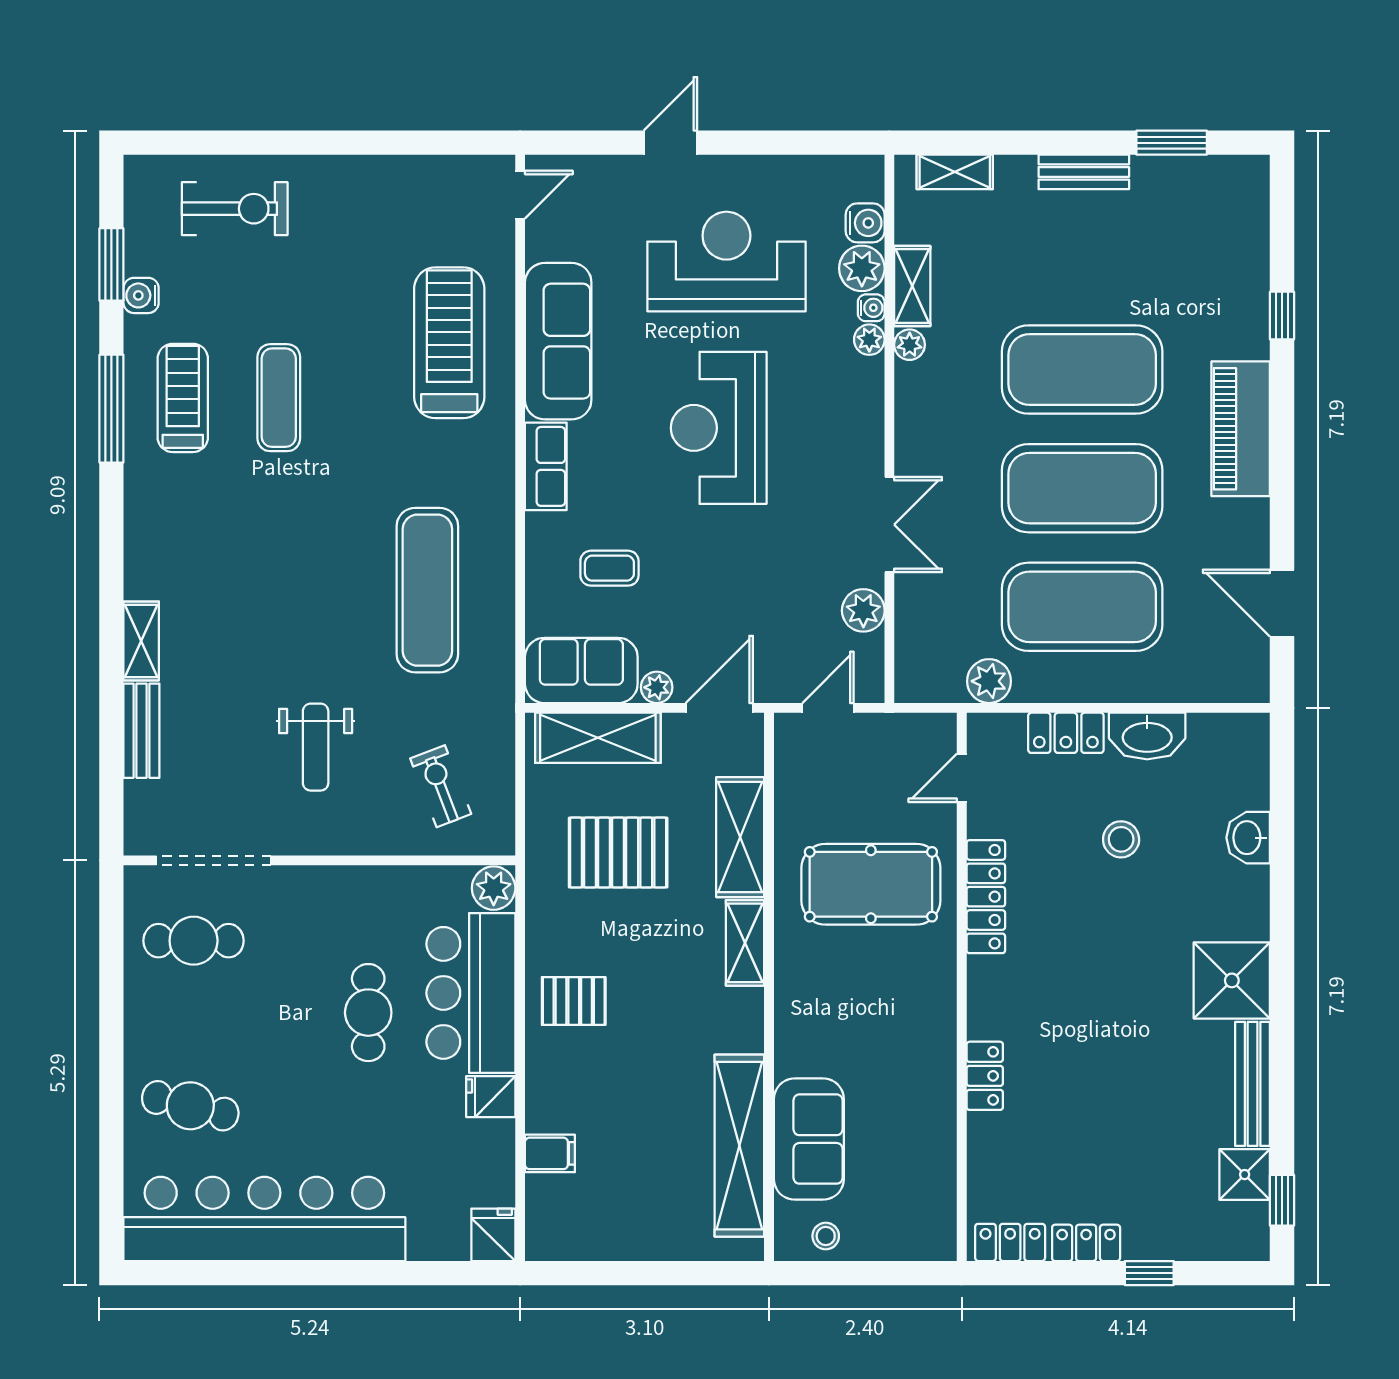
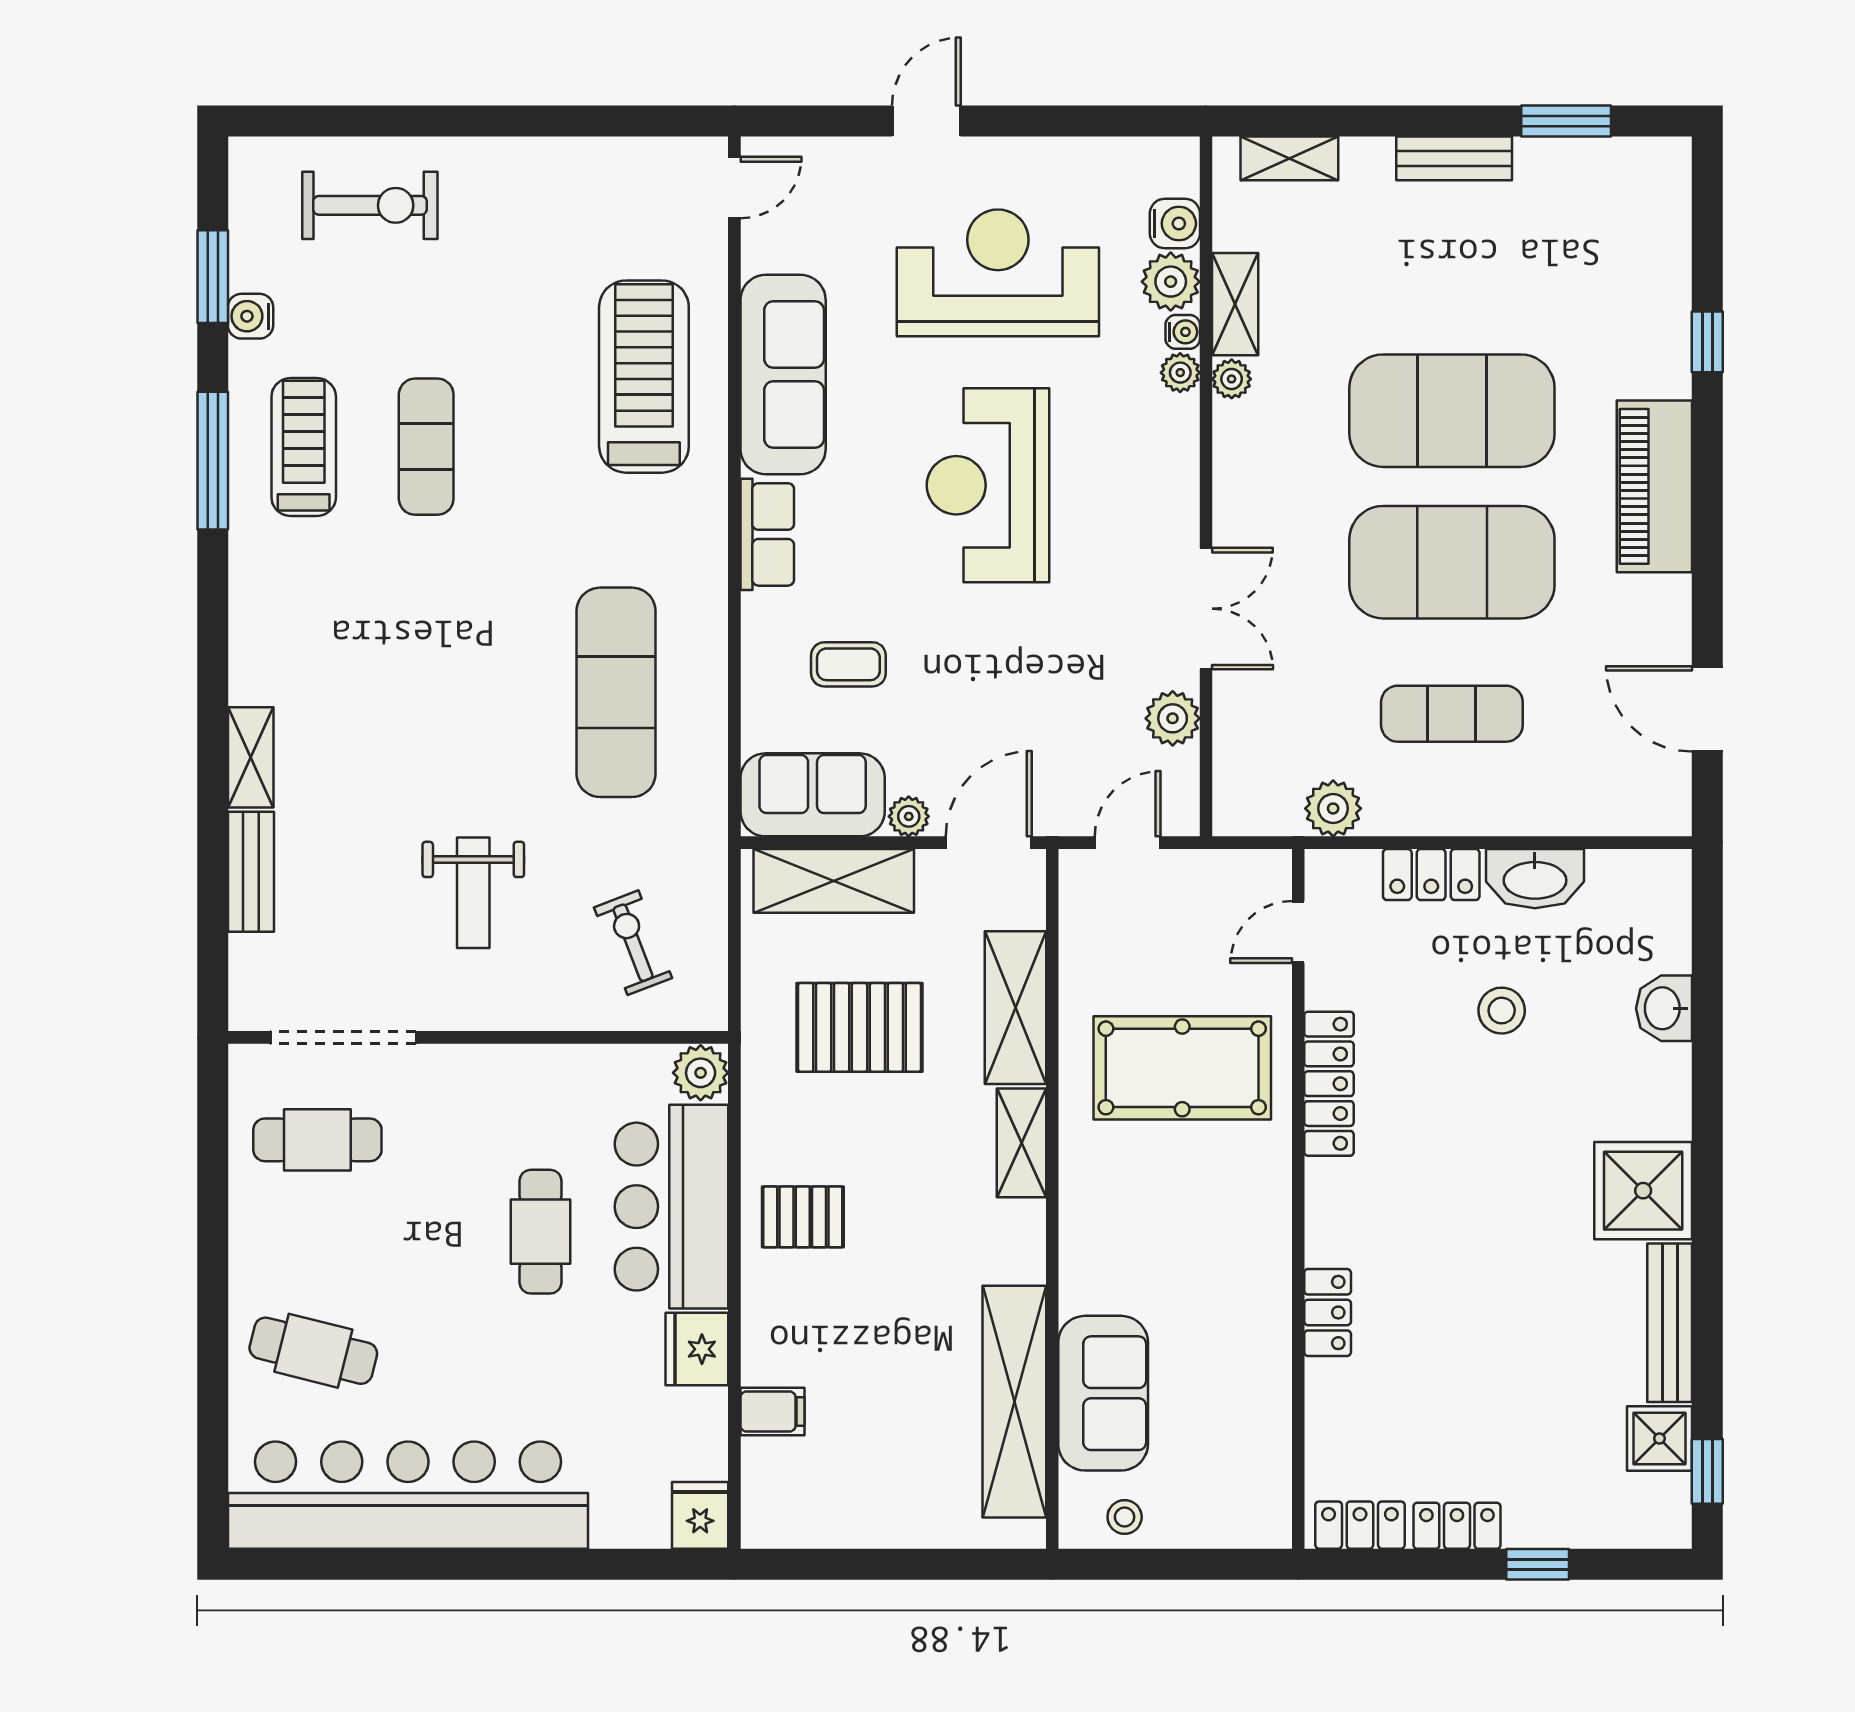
exercise mat: (1082, 607) -> (1452, 714), width x0.50, depth x0.69
fridge: (491, 1097) -> (697, 1349), width x1.38

